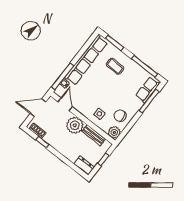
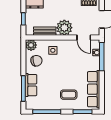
row of seats: (86, 60) -> (94, 89), width x0.73
row of seats: (147, 90) -> (31, 85), moved

